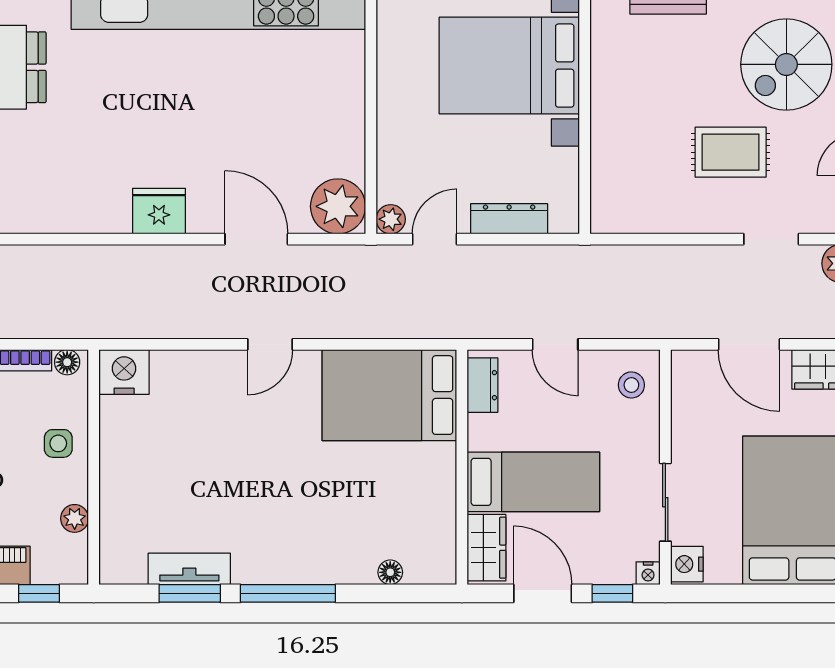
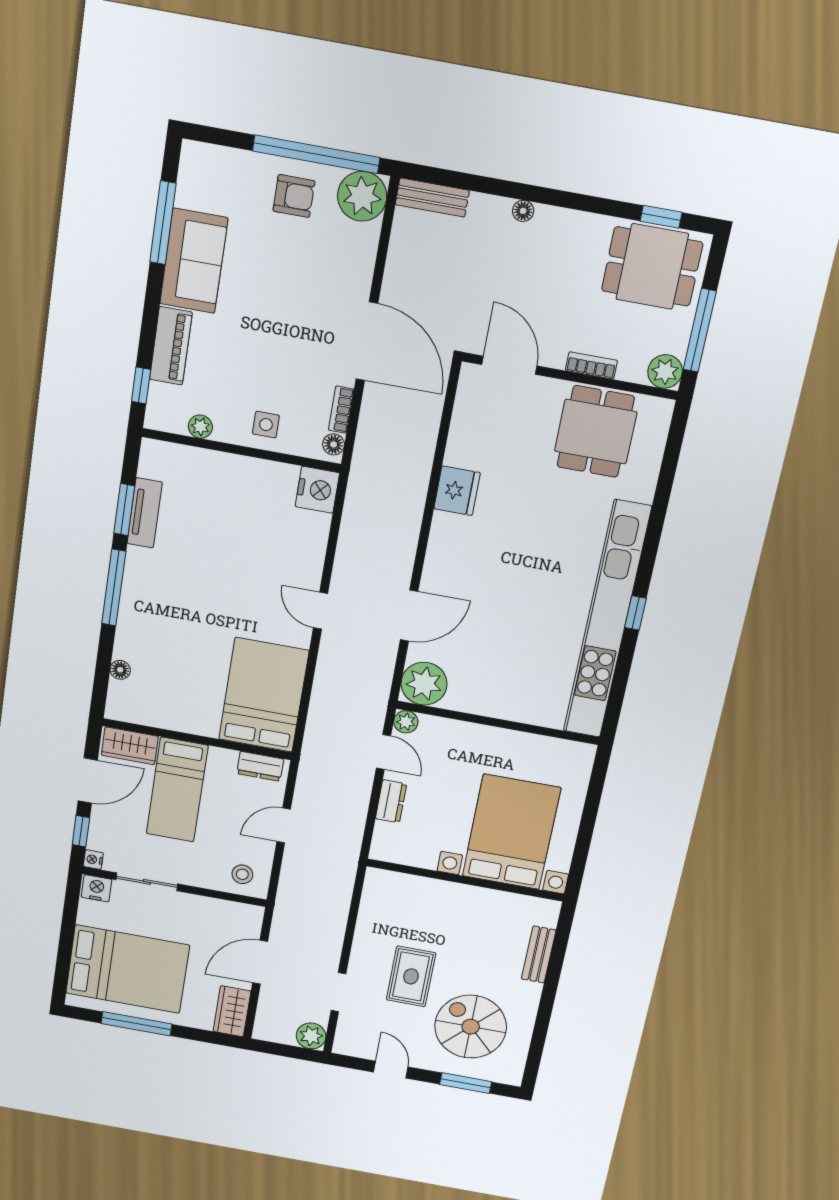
fridge: (159, 211) -> (457, 491), moved
dresser: (509, 219) -> (391, 801), width x0.70

